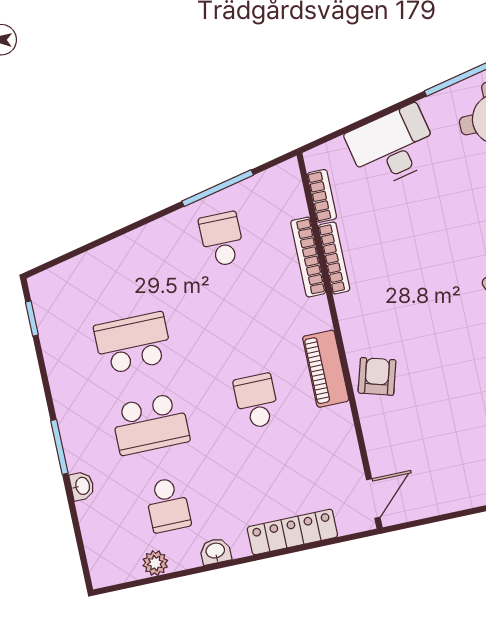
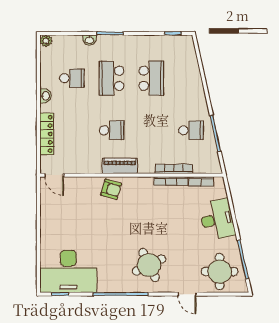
school desk: (168, 505) -> (72, 78), turned 180
plant: (155, 563) -> (46, 41), moved

